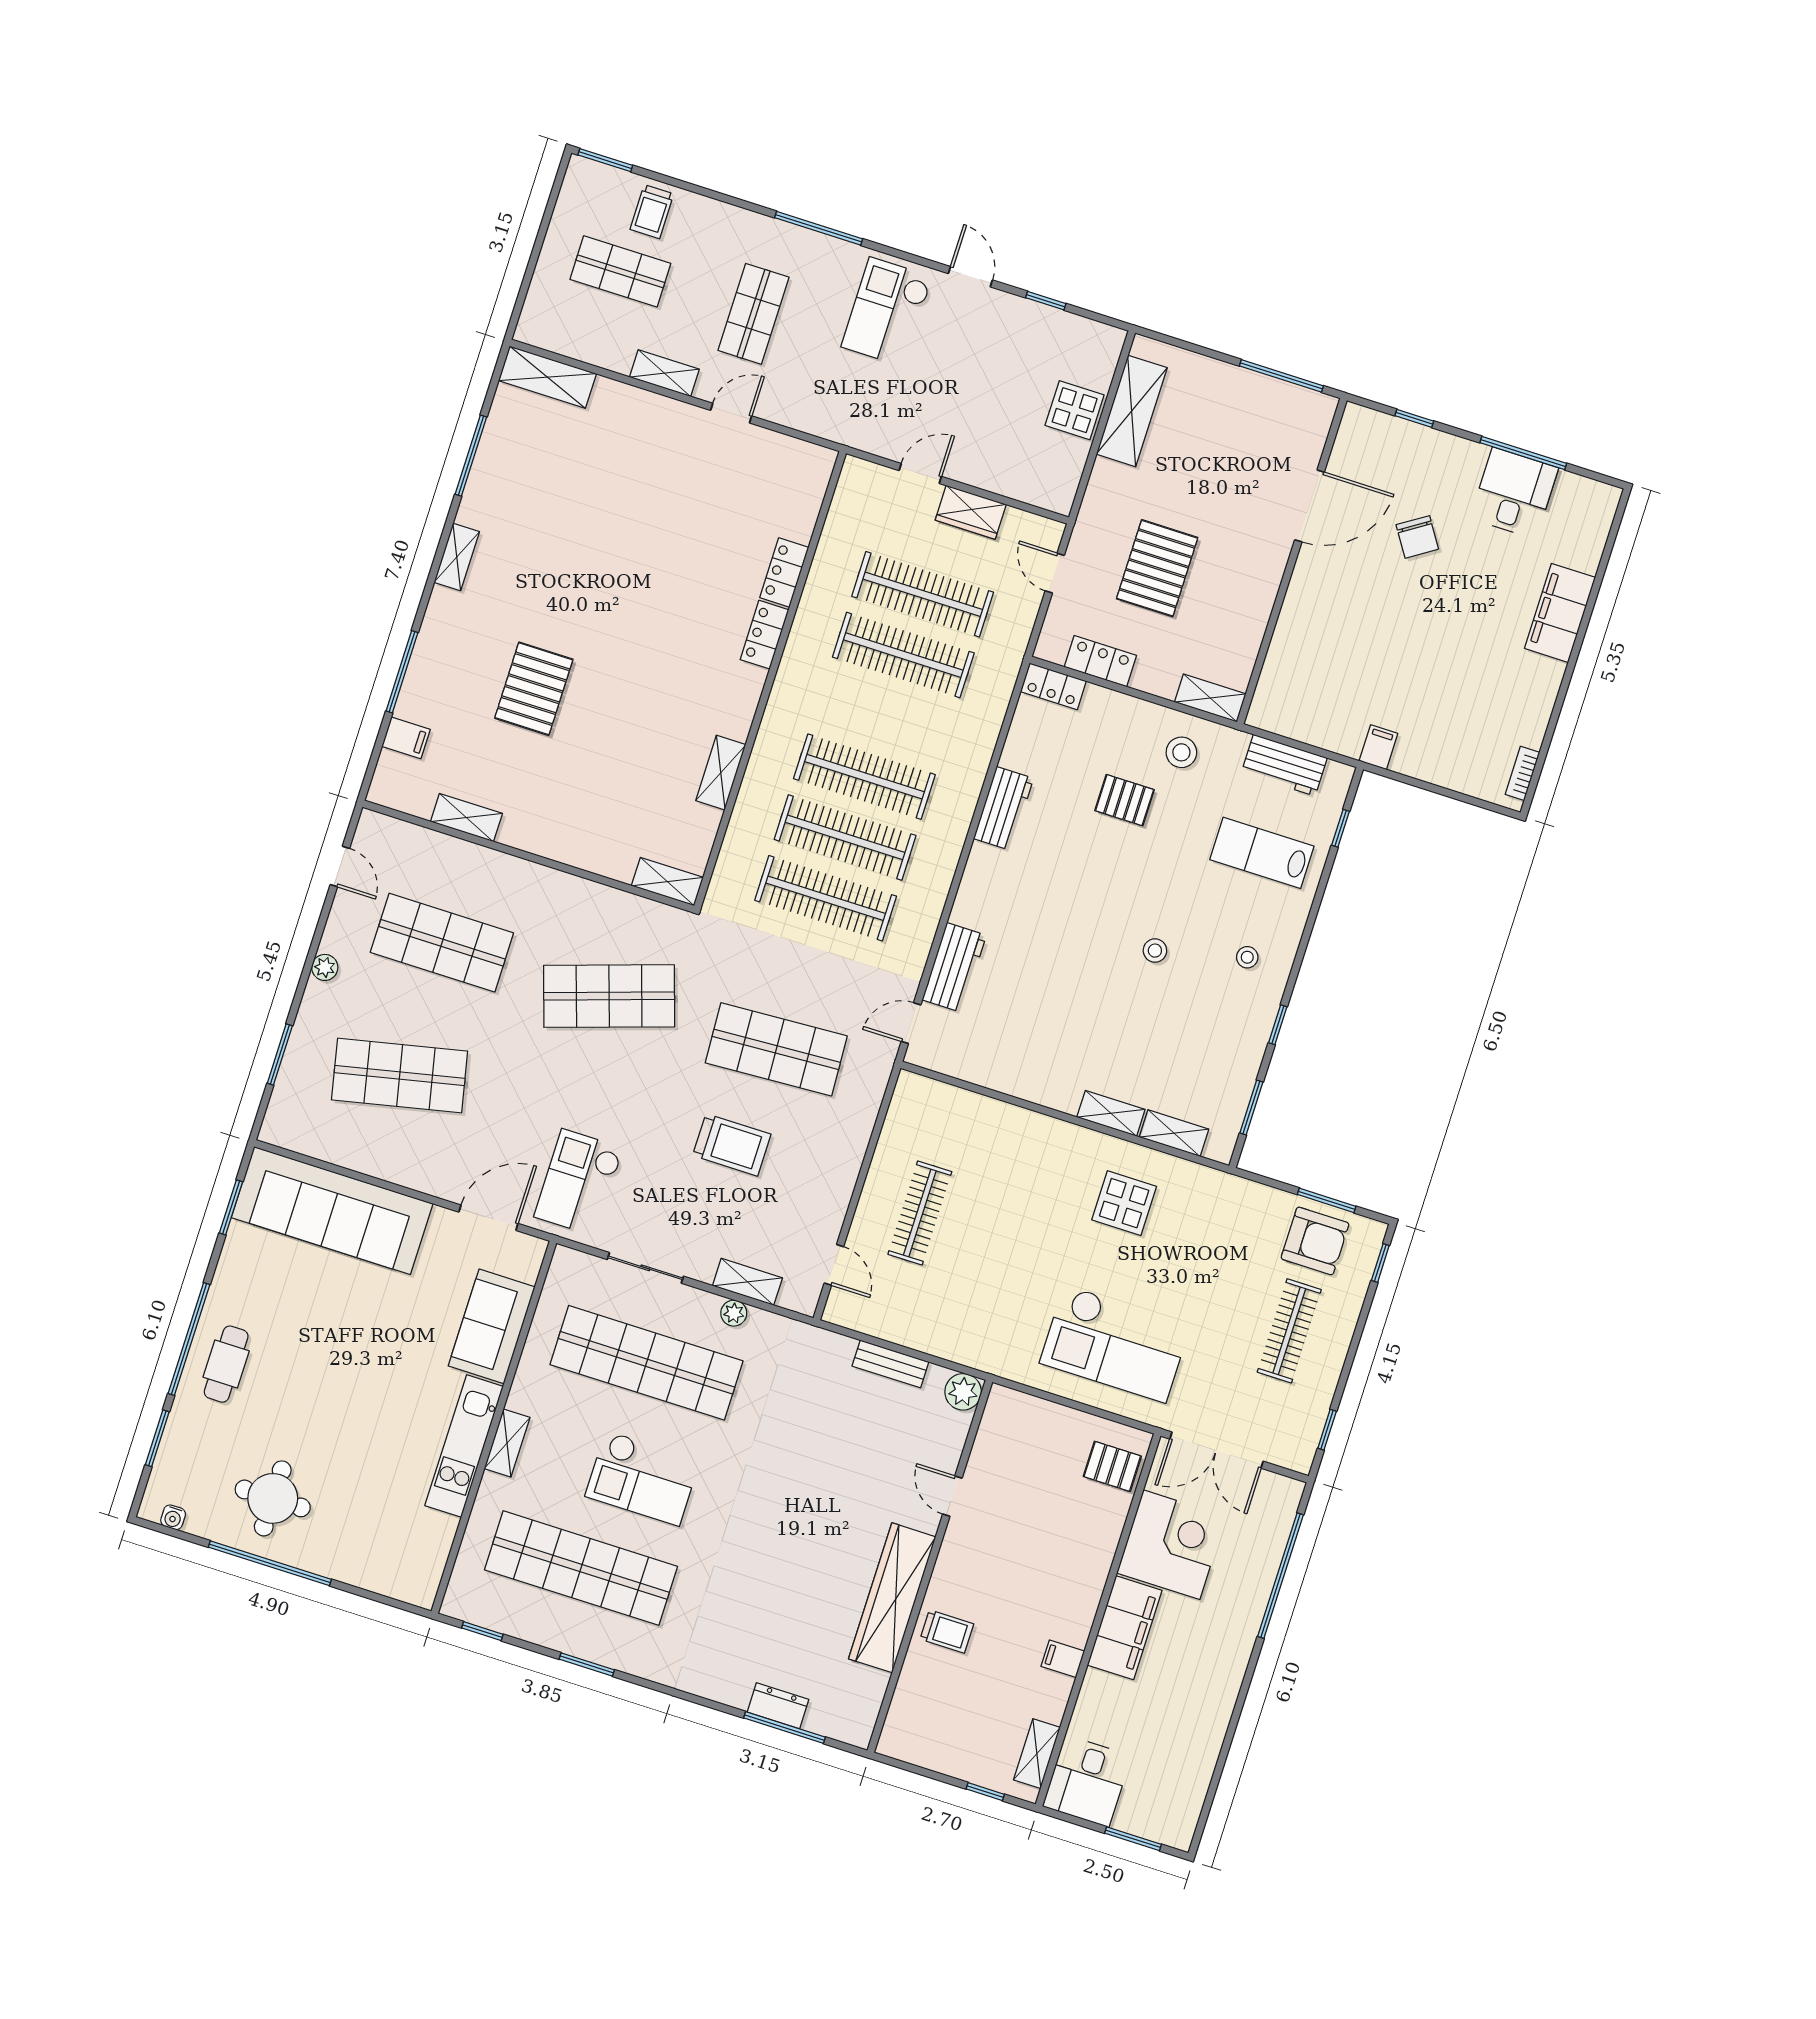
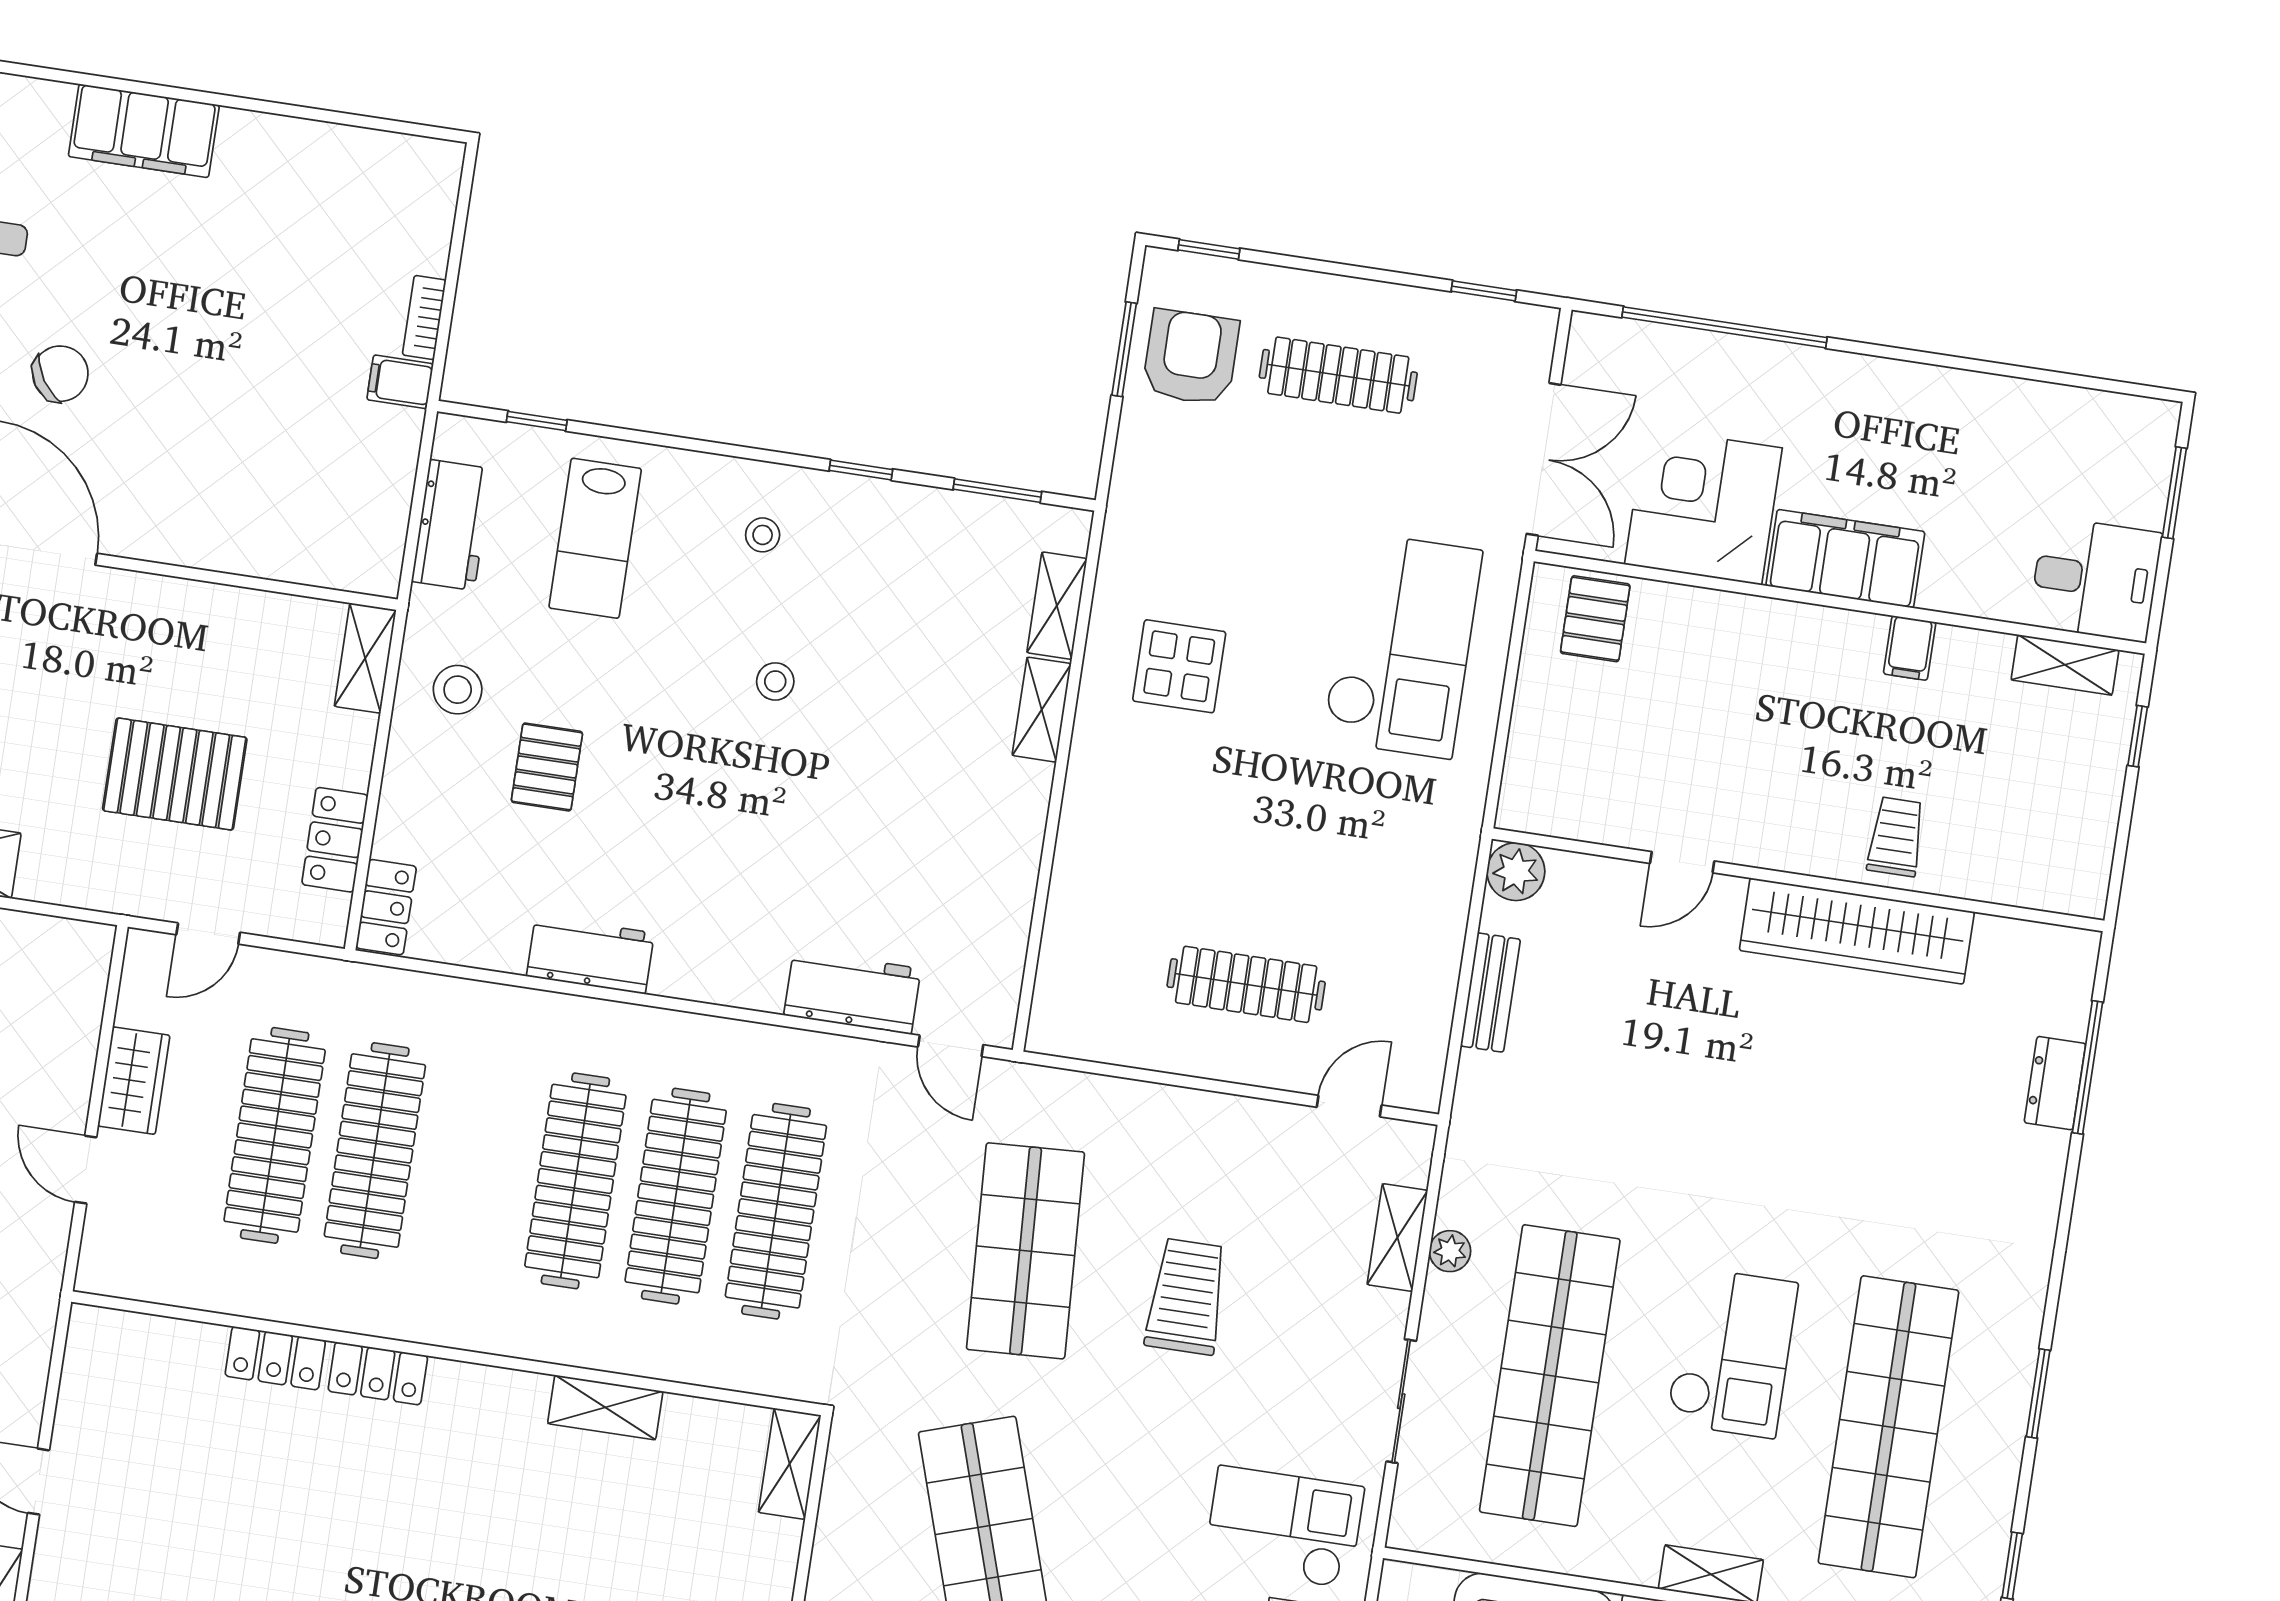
bookcase: (1522, 773) -> (424, 317), moved, turned 90
checkout: (579, 1182) -> (1284, 1527), turned 180

